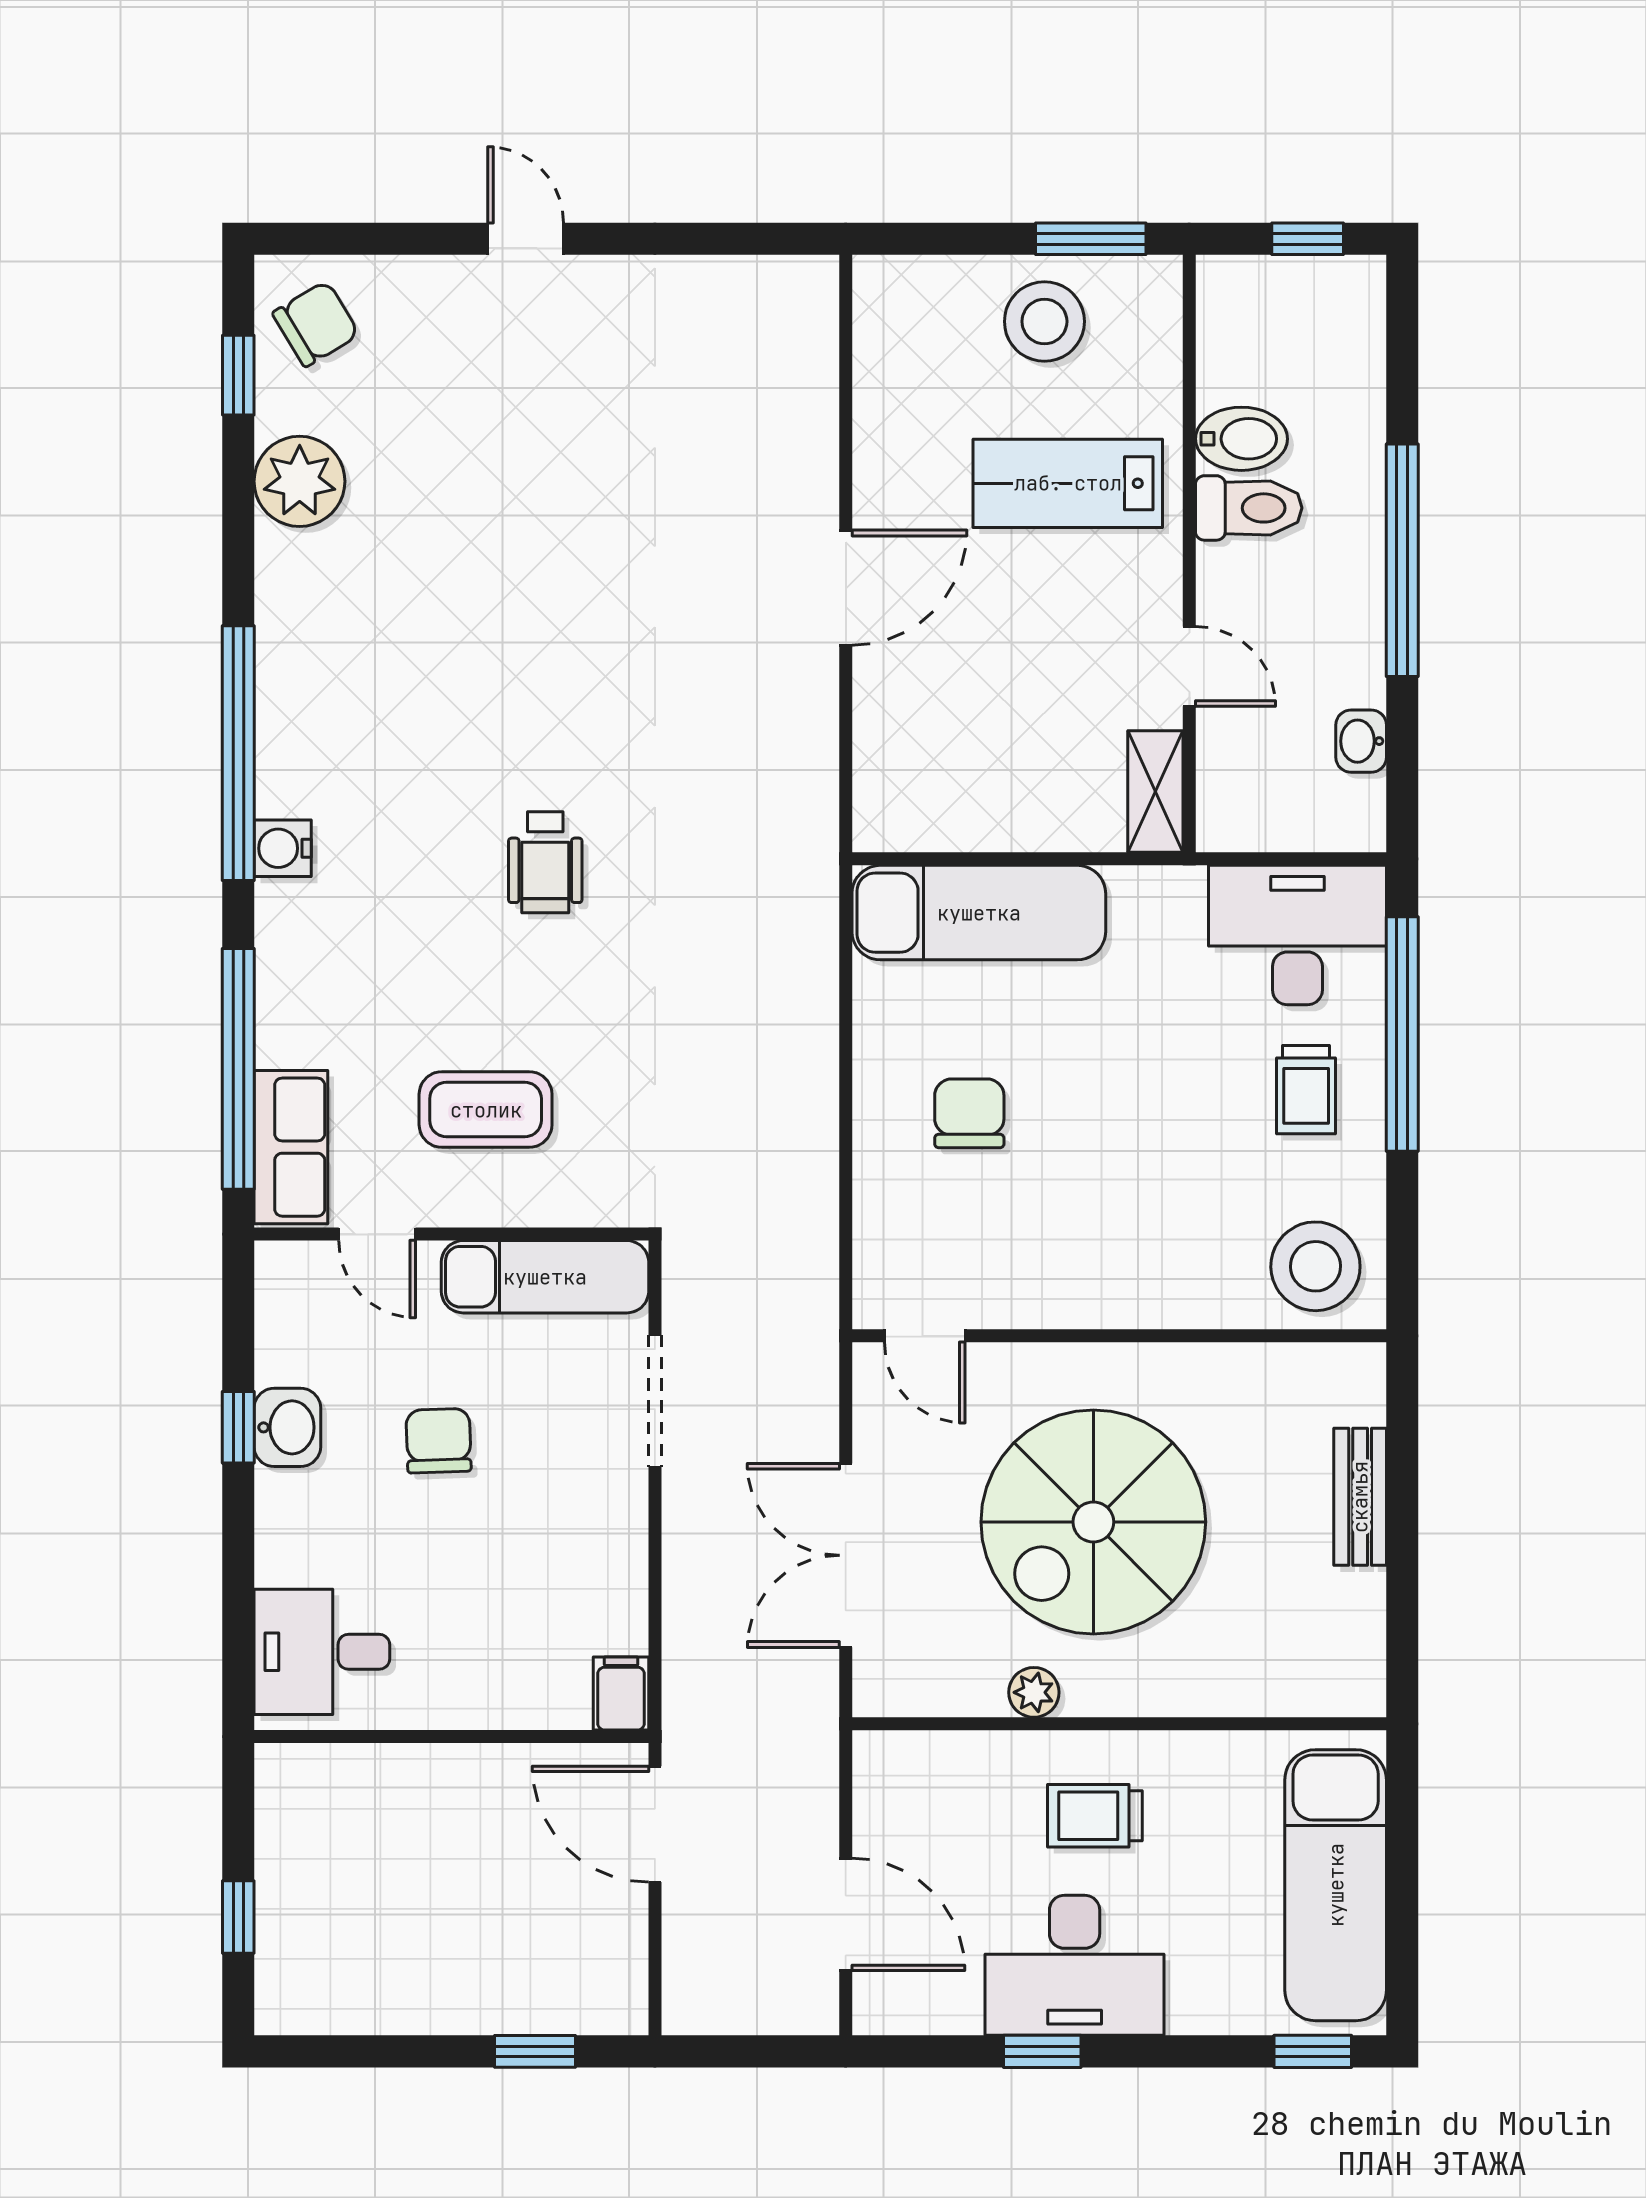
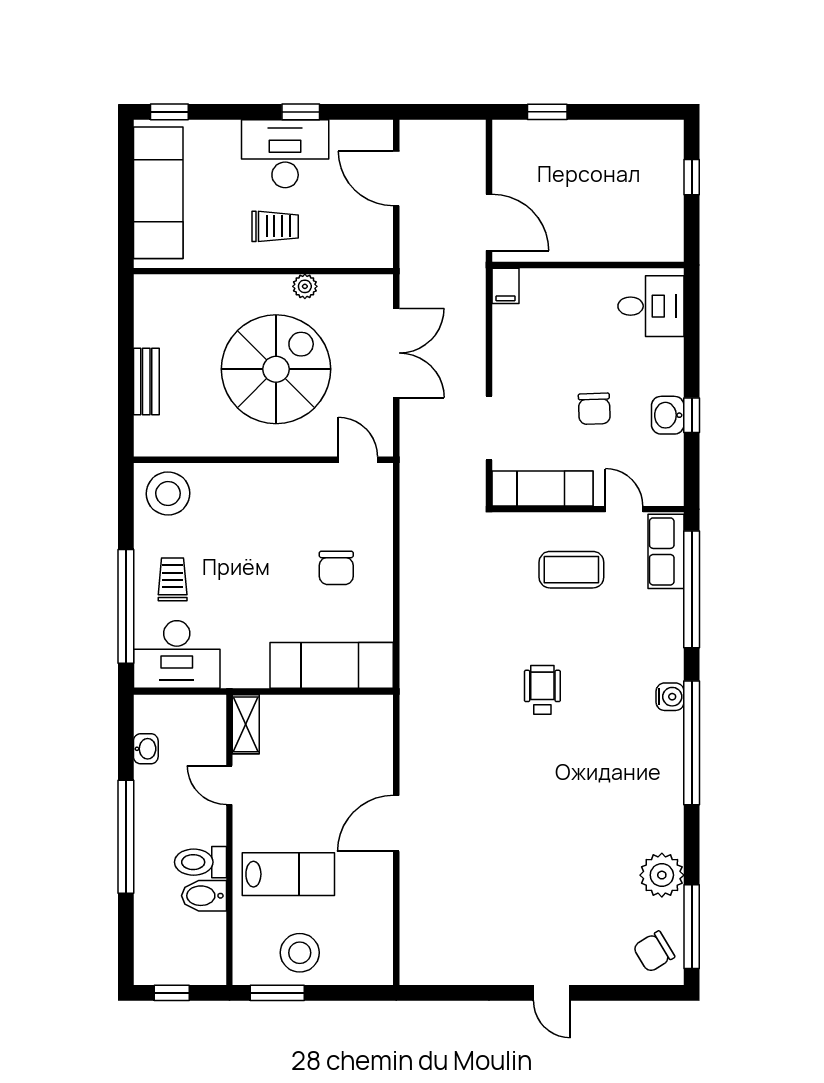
window: (238, 375) -> (692, 927), width x2.17

